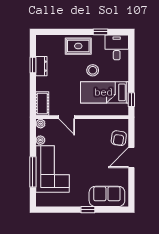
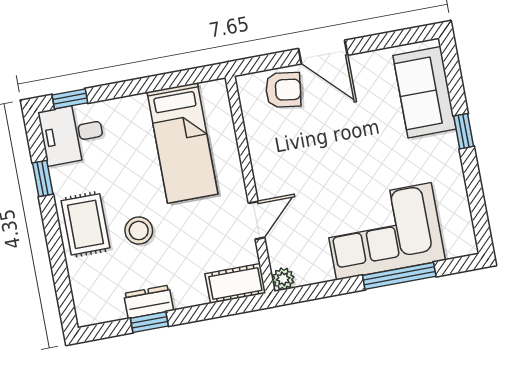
stool: (93, 70) -> (139, 231), moved
window: (131, 100) -> (70, 99), moved
plant: (40, 140) -> (322, 272), removed

